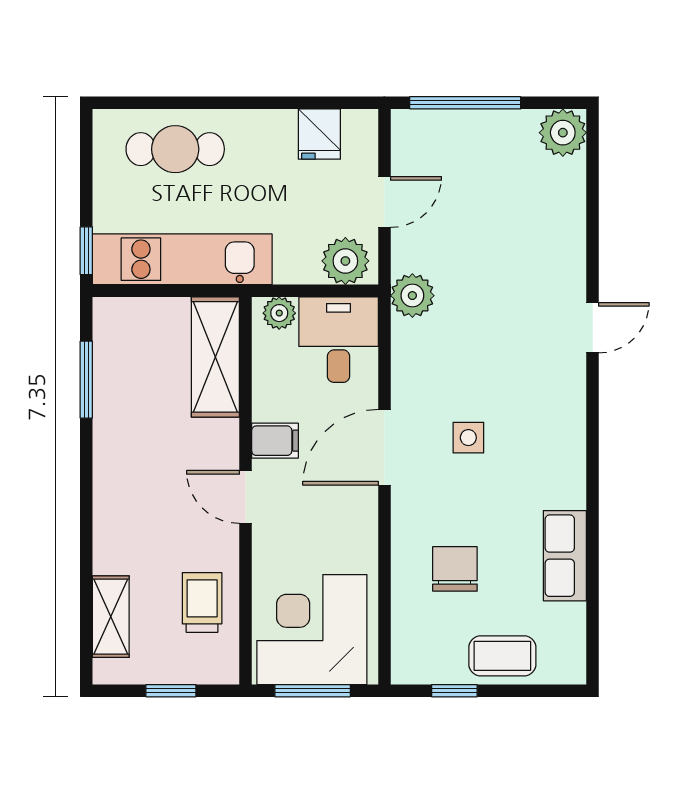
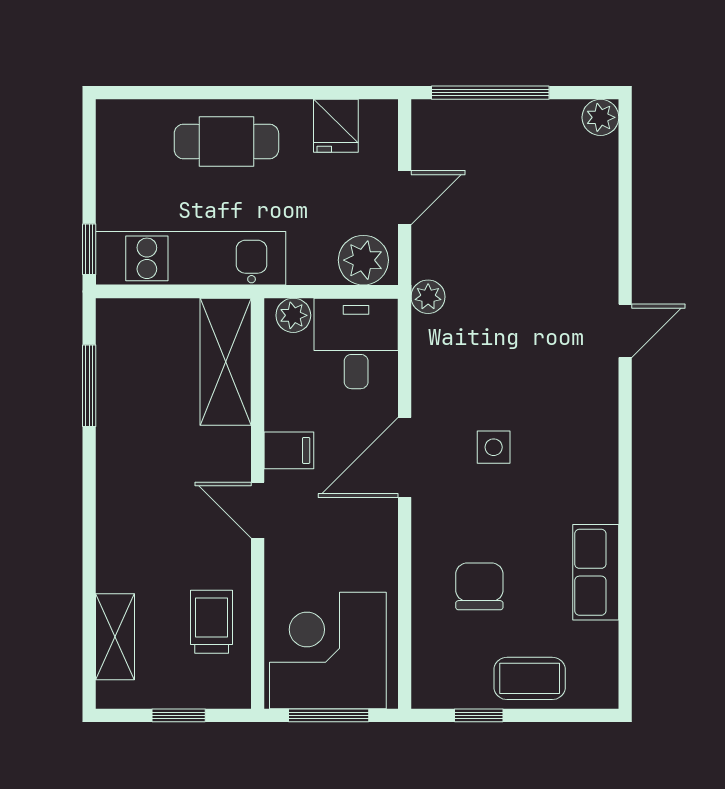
plant: (563, 133) -> (600, 117), width x0.73, depth x0.73
cafe table: (175, 149) -> (226, 141), moved
plant: (412, 296) -> (428, 297), width x0.73, depth x0.73

